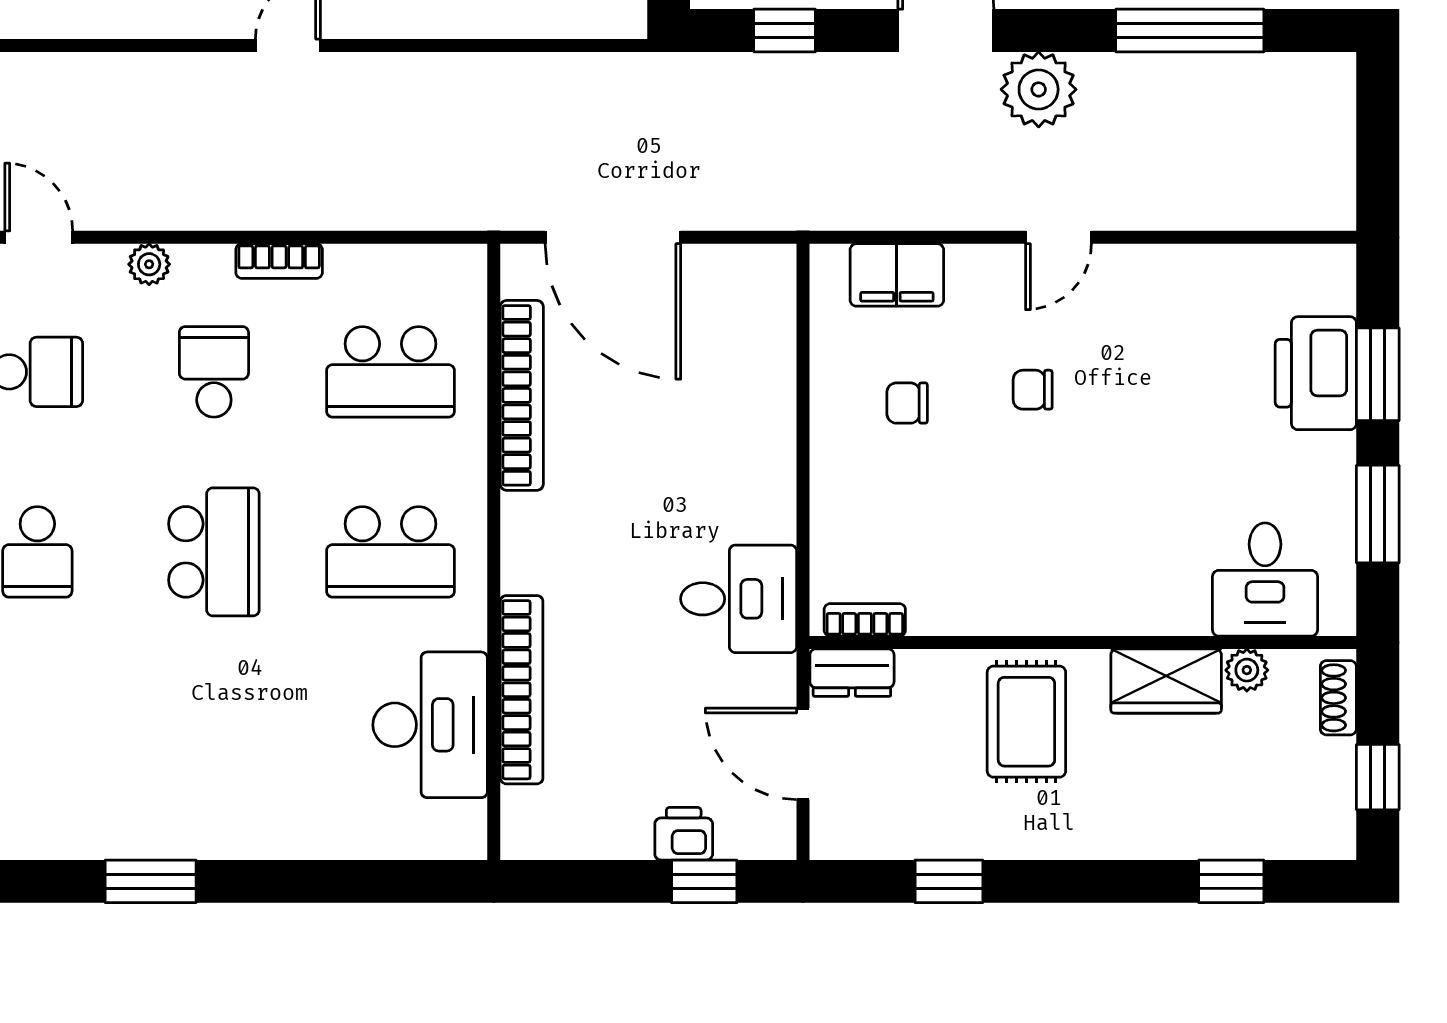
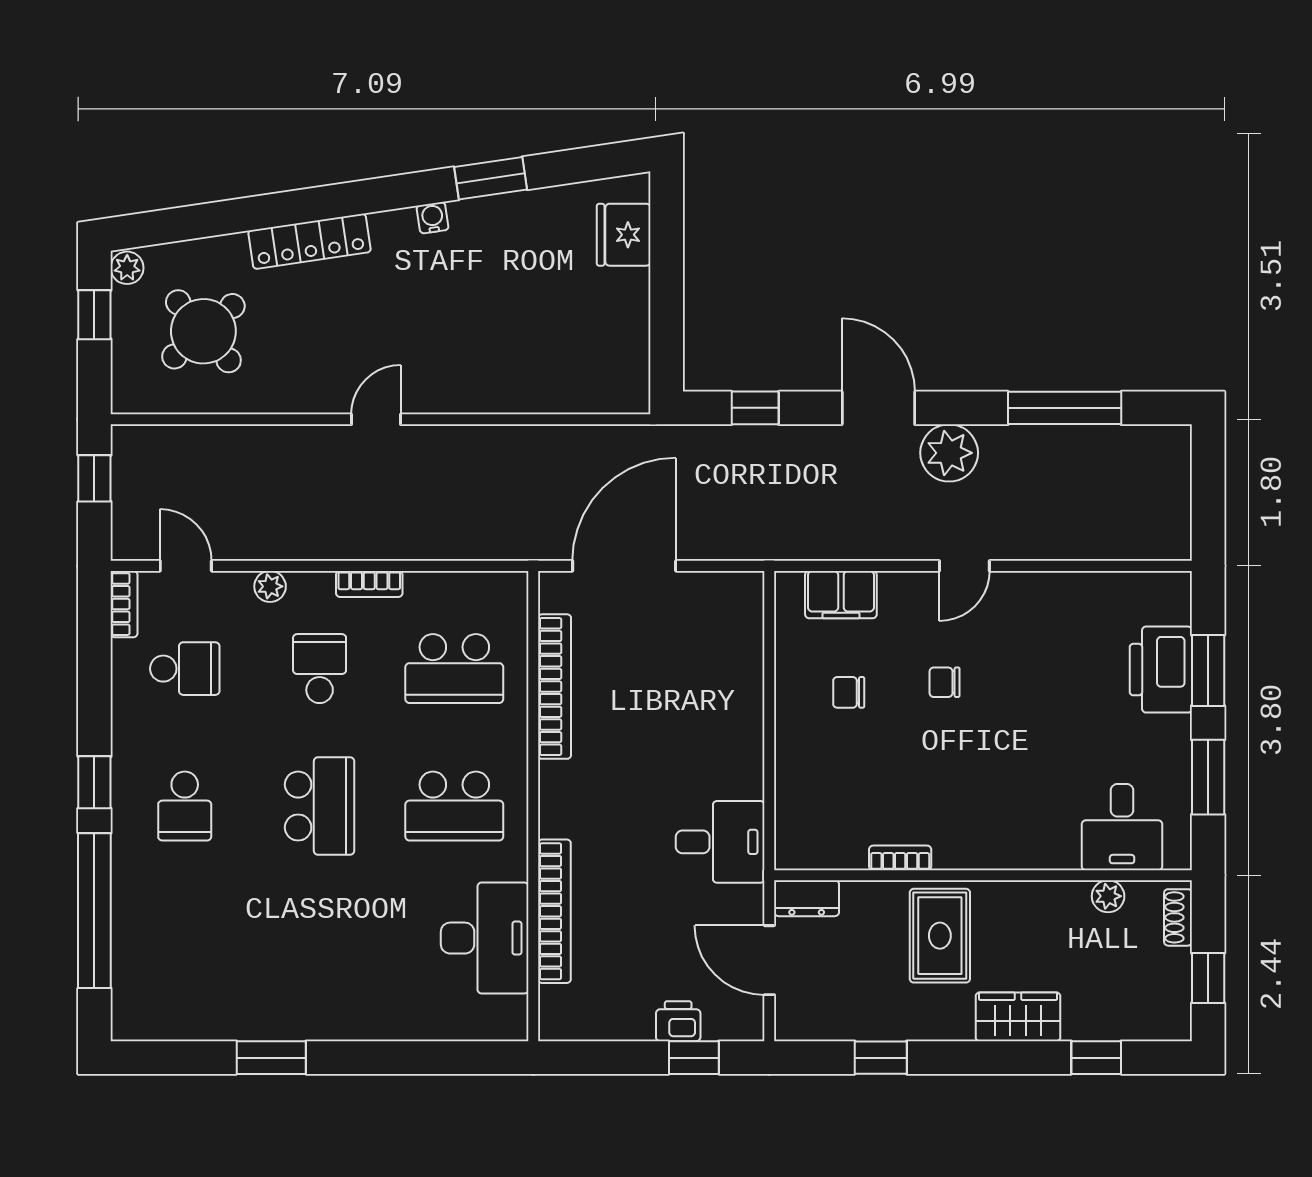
door: (613, 237) -> (624, 566), swing flipped
bookcase: (865, 620) -> (900, 858), moved
wardrobe: (1166, 681) -> (1018, 1017), moved, turned 180

